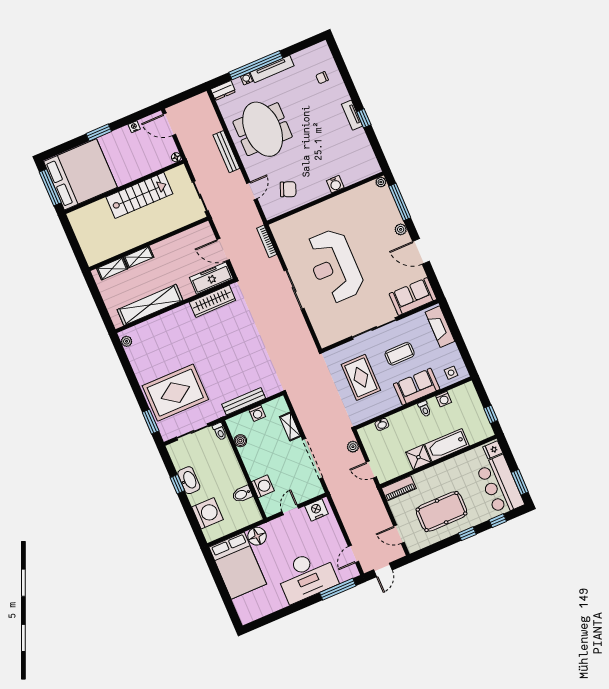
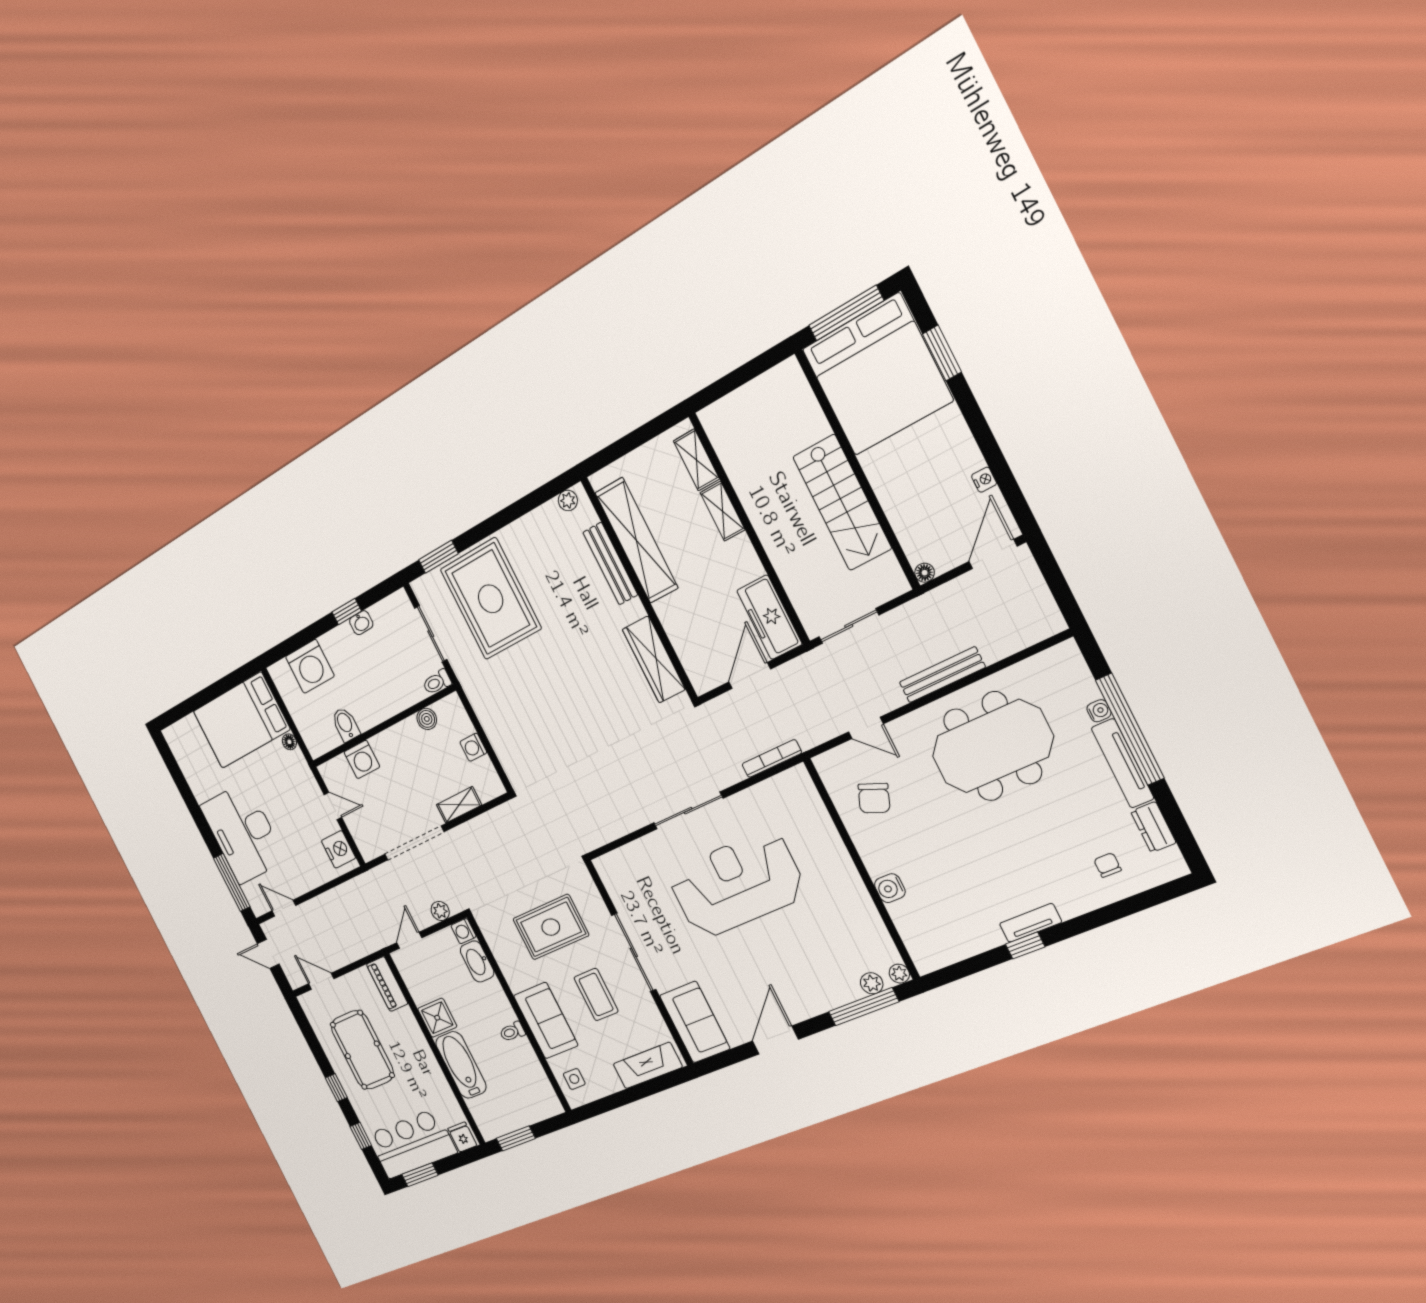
dresser: (223, 90) -> (1153, 827), moved
window: (99, 132) -> (942, 353), moved
plant: (401, 229) -> (872, 983), moved
freezer: (211, 278) -> (769, 617), moved, turned 180
washing machine: (444, 399) -> (464, 931), moved
bench: (244, 401) -> (610, 564), moved
window: (491, 414) -> (516, 1138), width x1.50
washbasin: (382, 424) -> (477, 961), width x1.91, depth x1.45
washbasin: (189, 480) -> (361, 623), width x0.52, depth x0.69
door: (399, 534) -> (321, 981), hinge flipped
floor lamp: (257, 536) -> (289, 742), width x0.53, depth x0.53

